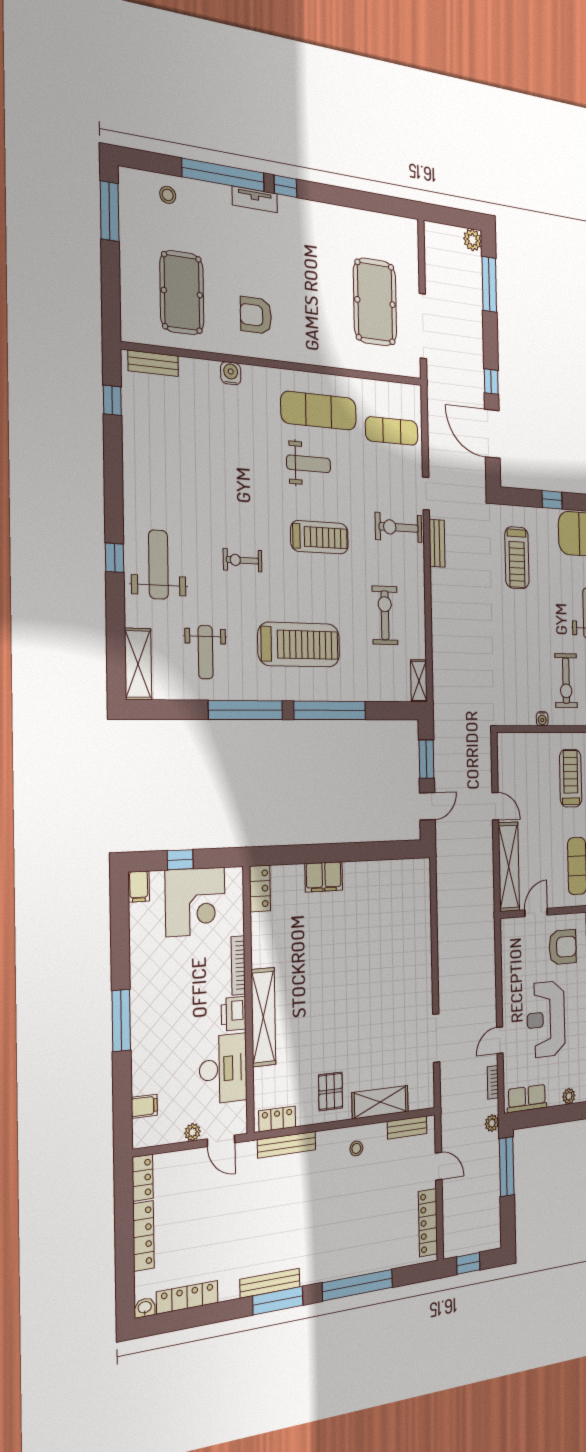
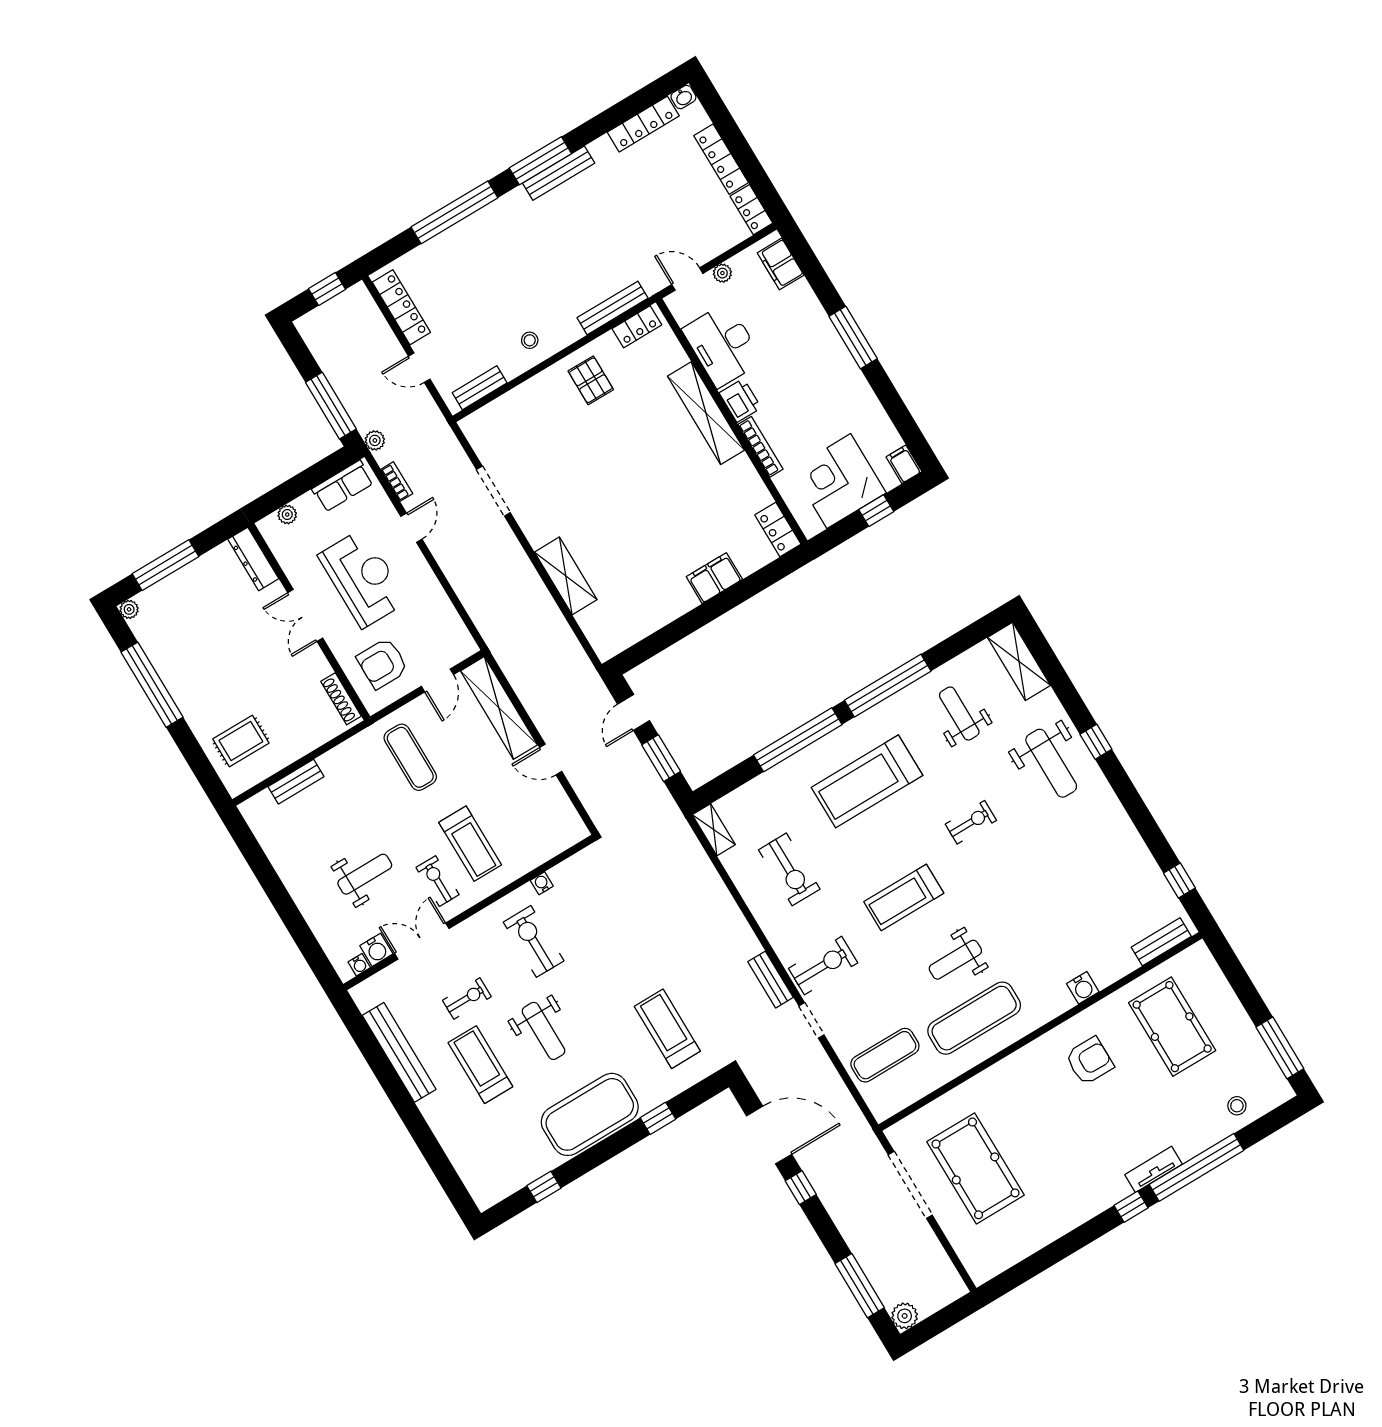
shelving: (380, 1102) -> (566, 576), moved, turned 90
filing cabinet: (144, 1106) -> (781, 264), width x2.00

